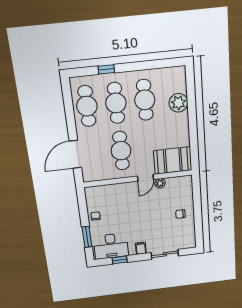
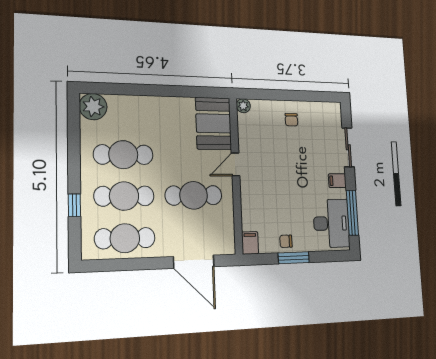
plant: (178, 103) -> (93, 107), moved
door: (145, 178) -> (235, 164), swing flipped
plant: (160, 183) -> (243, 106), moved
filing cabinet: (92, 192) -> (250, 243), added
window: (87, 237) -> (294, 258), moved
window: (120, 260) -> (352, 213), width x2.17

